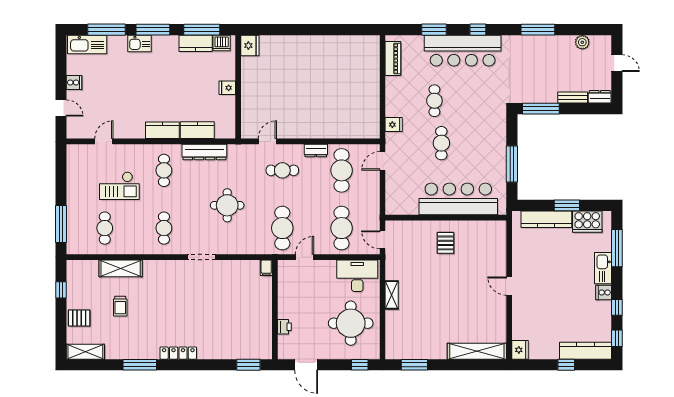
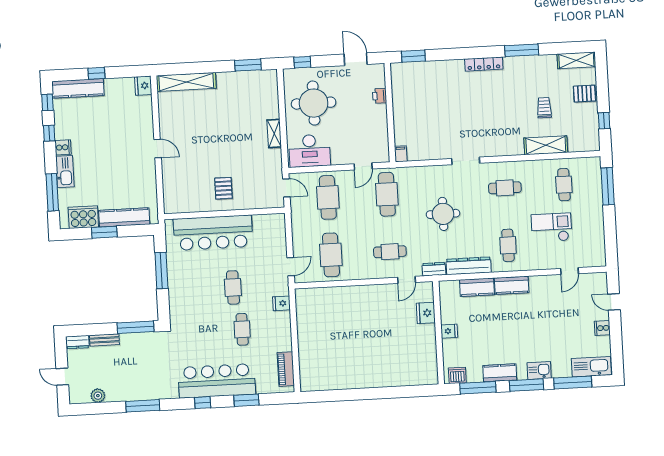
kitchen counter: (196, 43) -> (500, 373), moved
fridge: (250, 45) -> (426, 313), moved
dresser: (316, 151) -> (434, 269), moved
cafe table: (164, 228) -> (505, 188), turned 90

